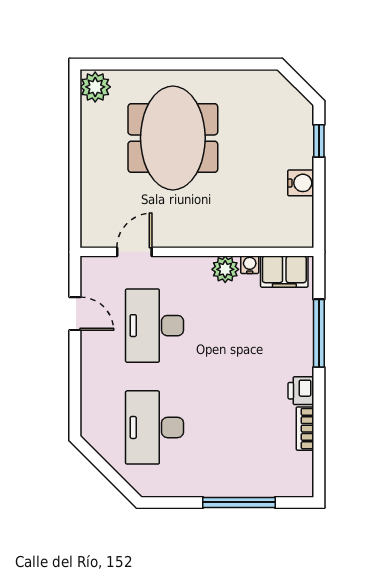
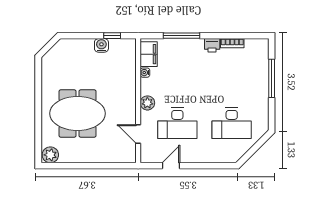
window: (319, 141) -> (112, 36), moved
plant: (225, 269) -> (147, 103), moved

